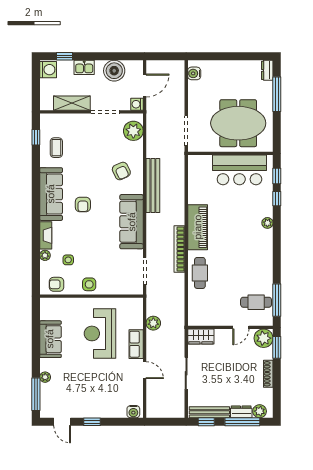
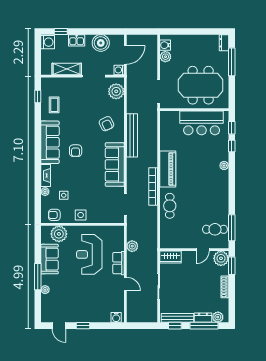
plant: (195, 88) -> (165, 57), added
plant: (62, 308) -> (59, 234), added
window: (36, 394) -> (38, 277), moved

